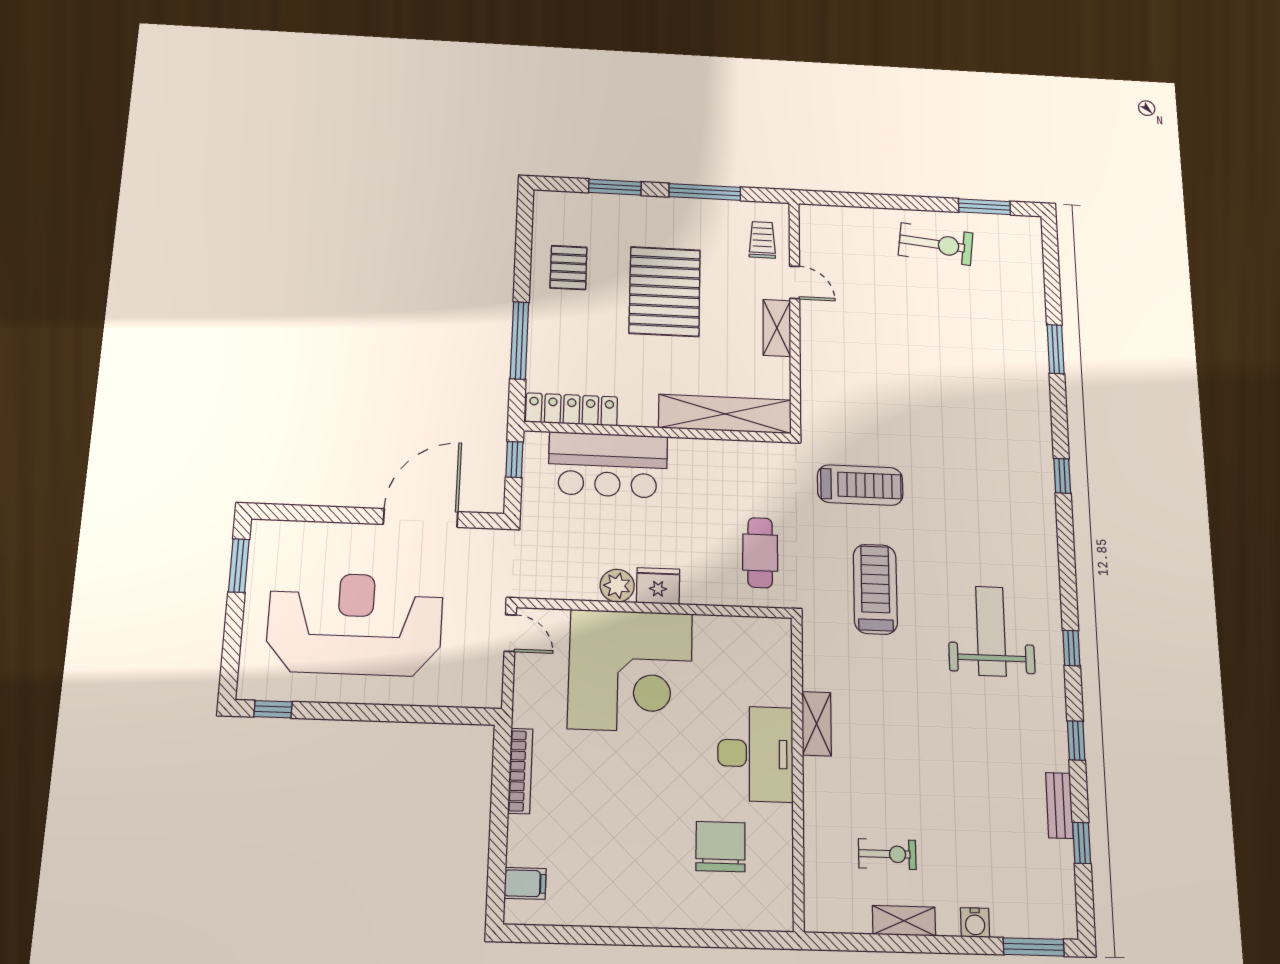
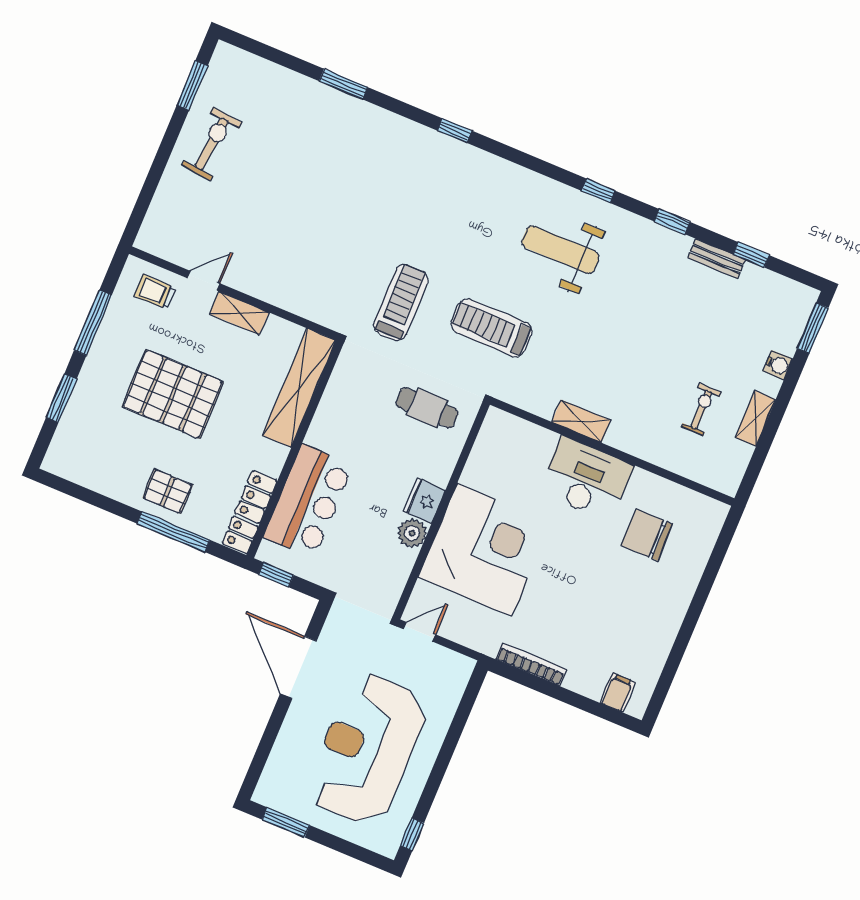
pallet: (568, 268) -> (168, 492), moved

